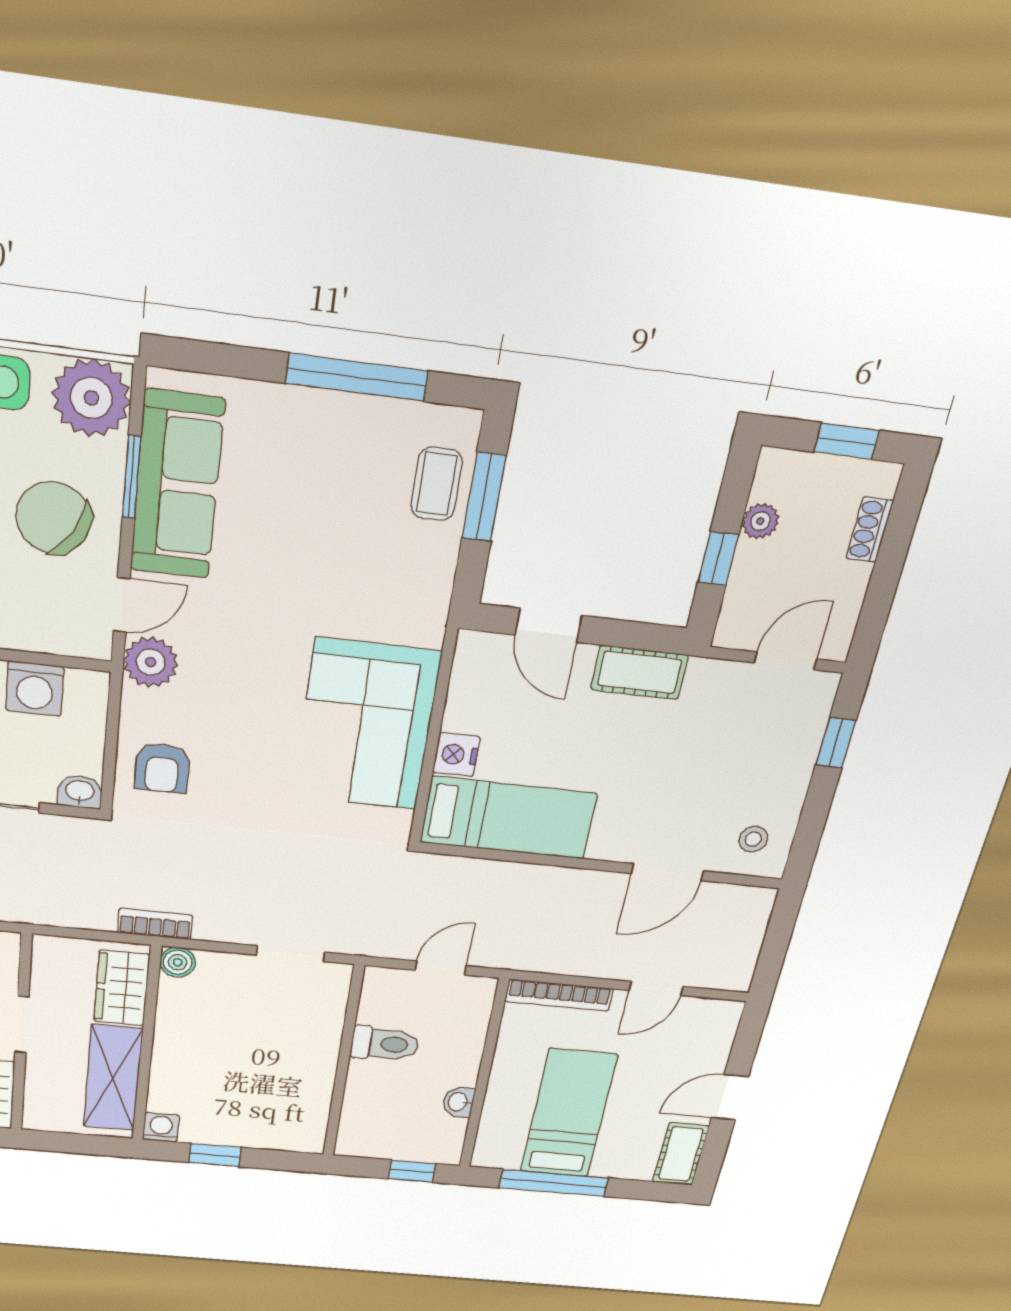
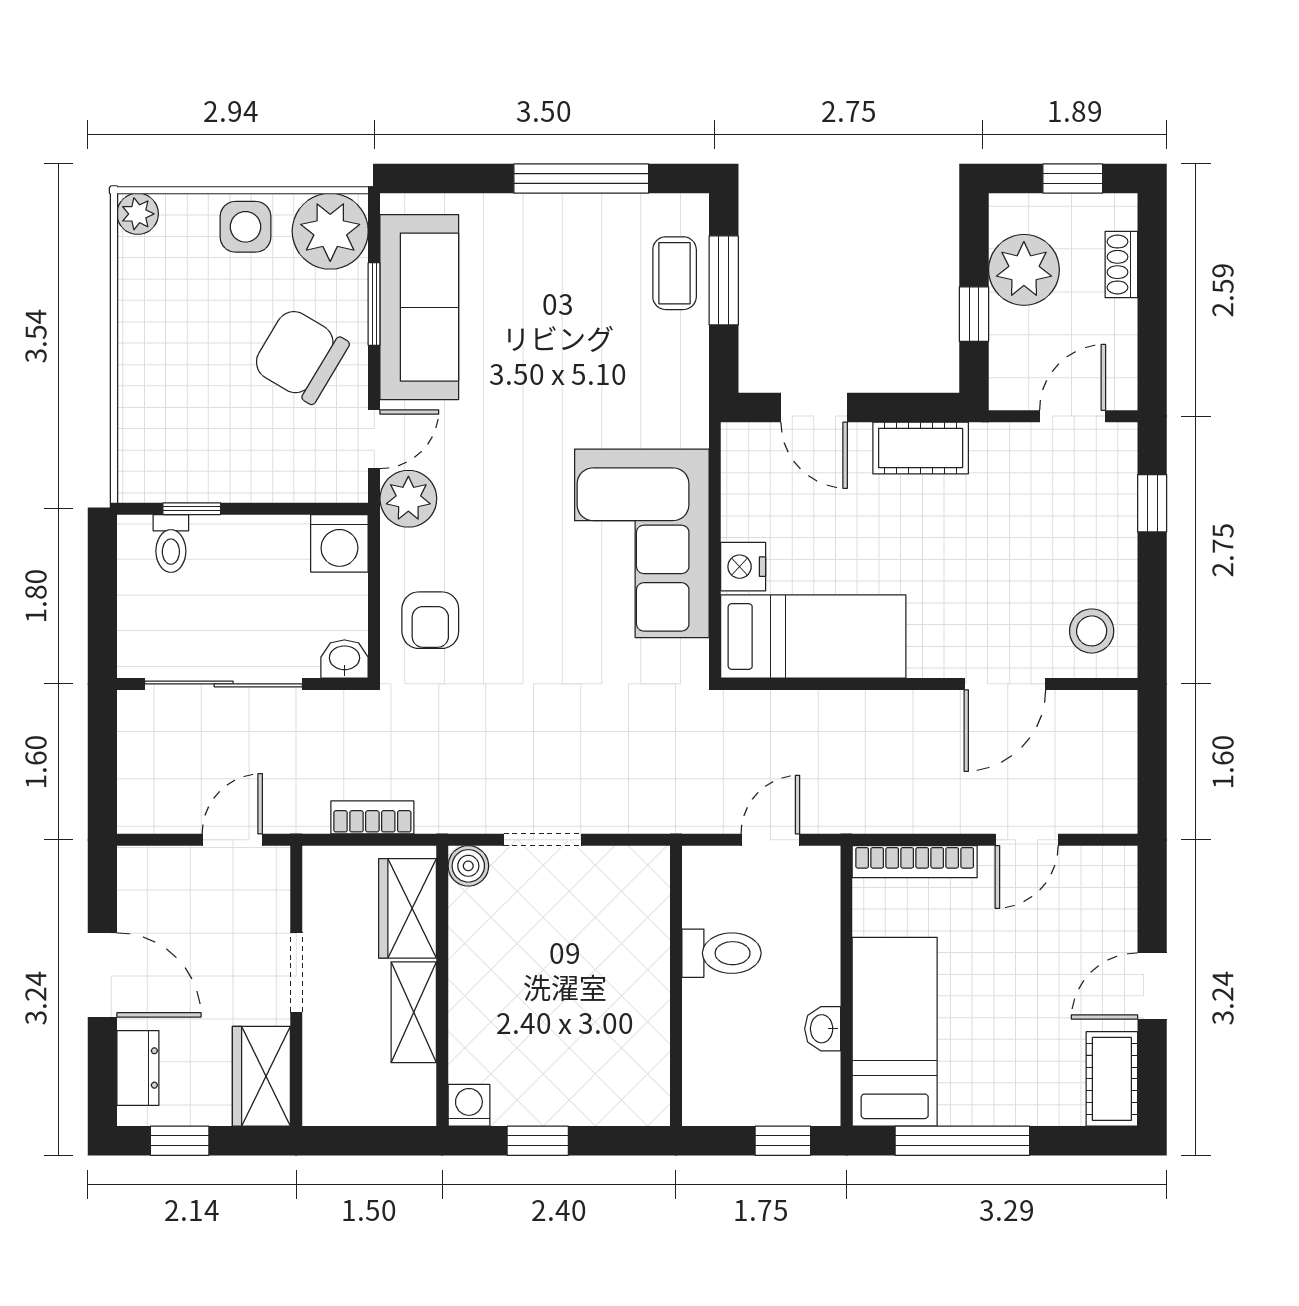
plant: (760, 521) -> (1024, 270), width x1.88, depth x1.88
washing machine: (35, 689) -> (339, 543), moved
stool: (753, 839) -> (1092, 631), width x1.37, depth x1.37
bookcase: (155, 924) -> (372, 817), moved
doorway: (291, 954) -> (543, 840), moved
shelving: (113, 1078) -> (414, 1012), width x0.67, depth x0.75
bed: (568, 1114) -> (895, 1032), moved

